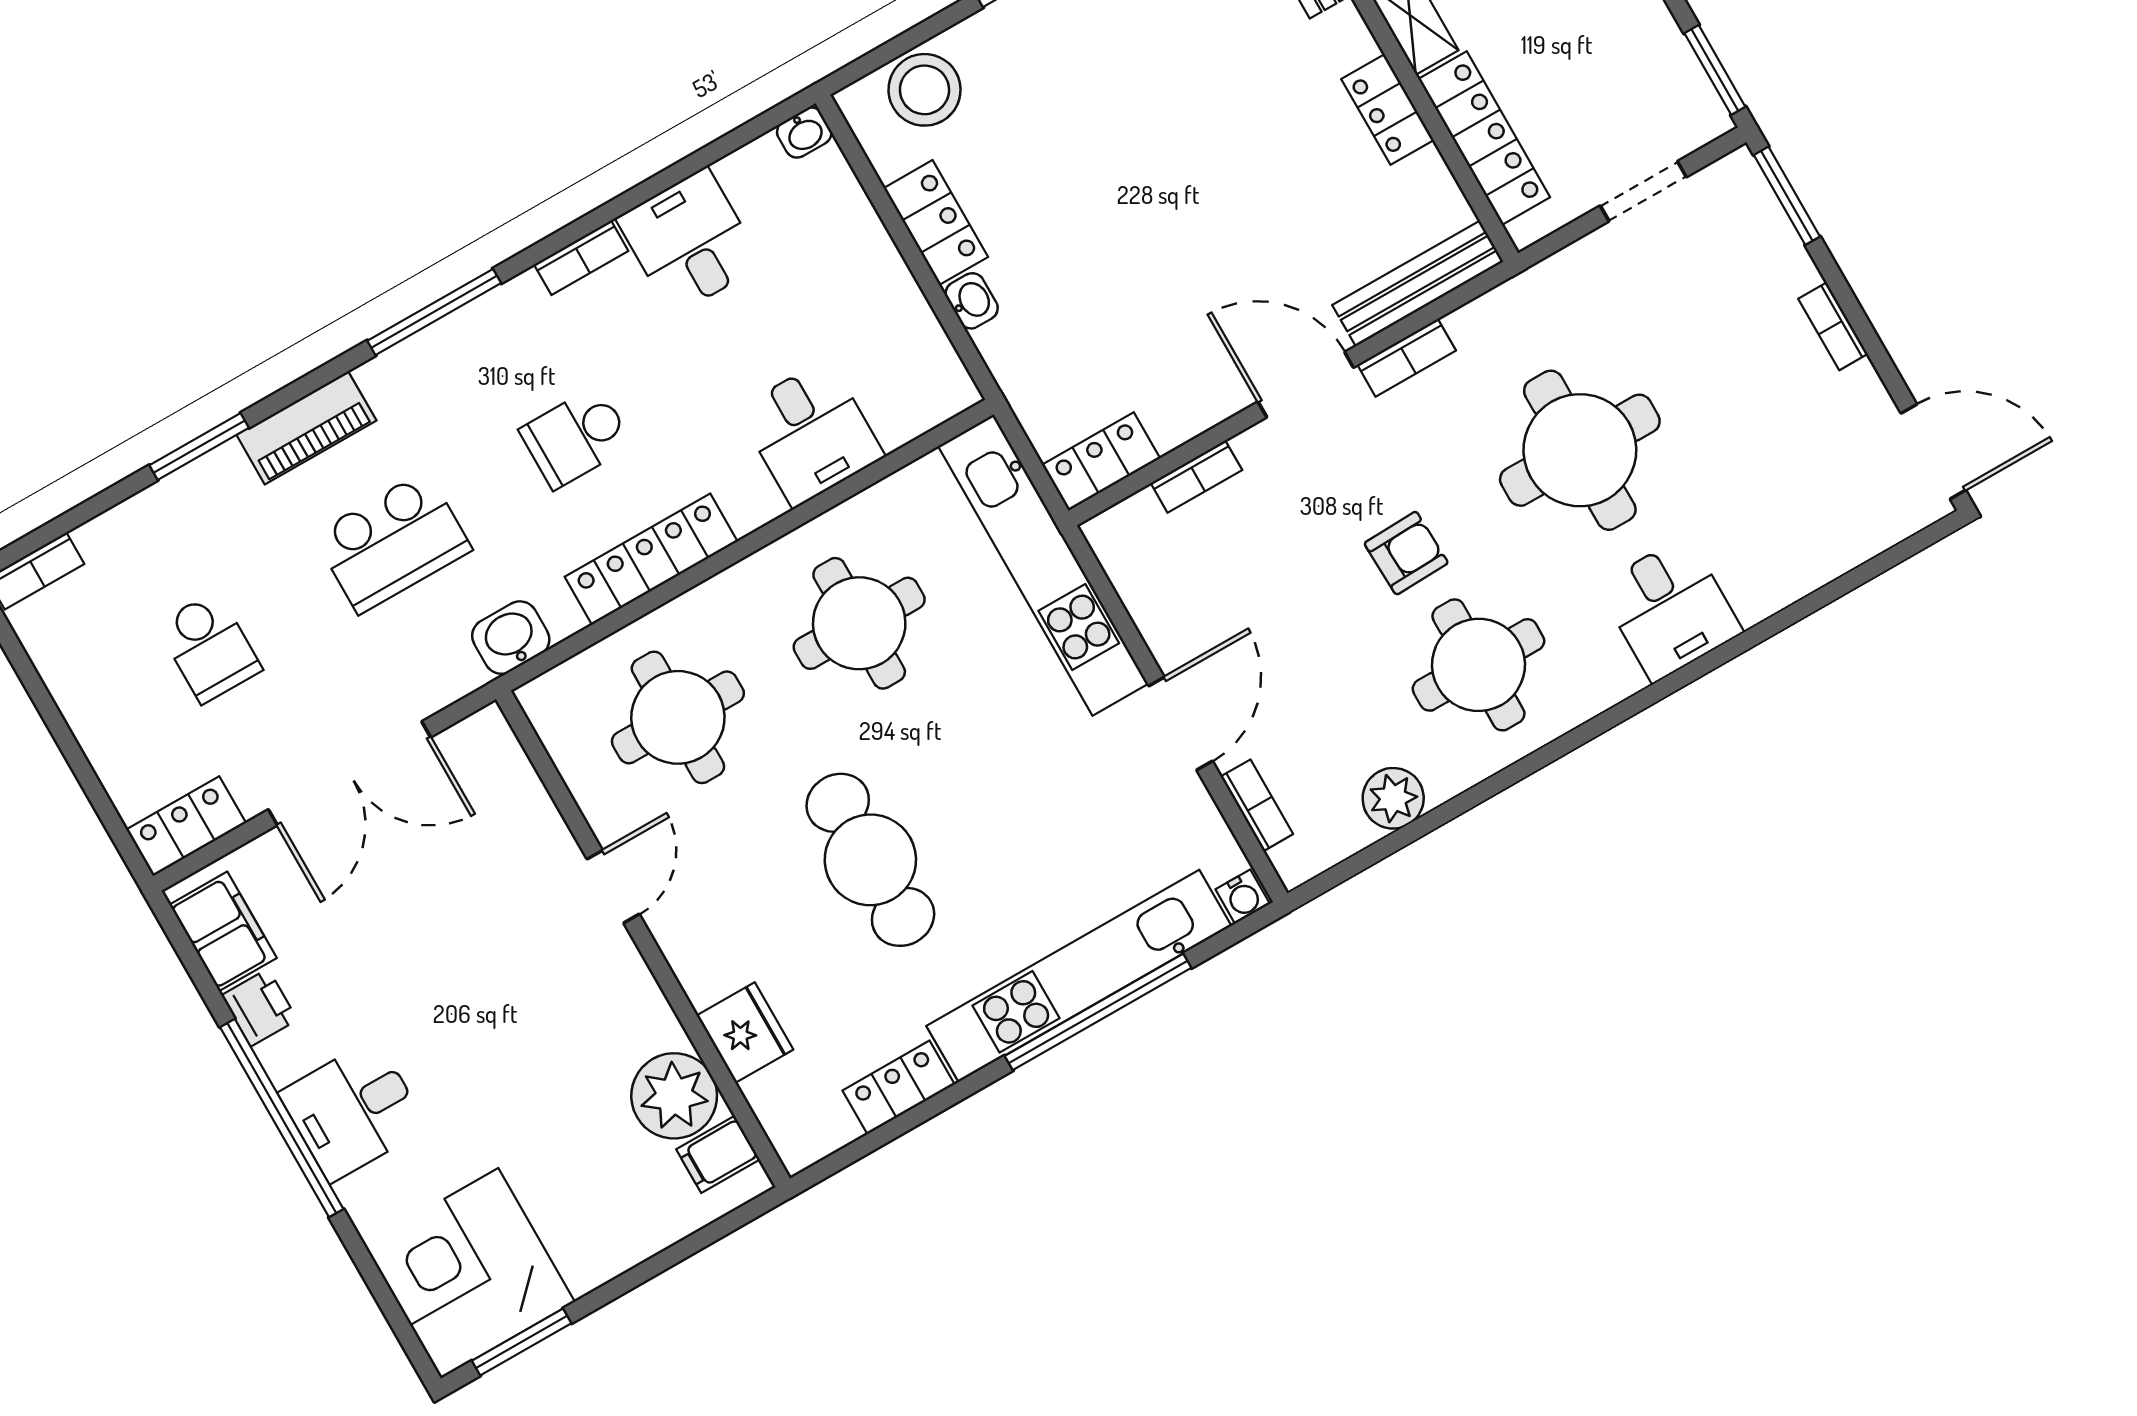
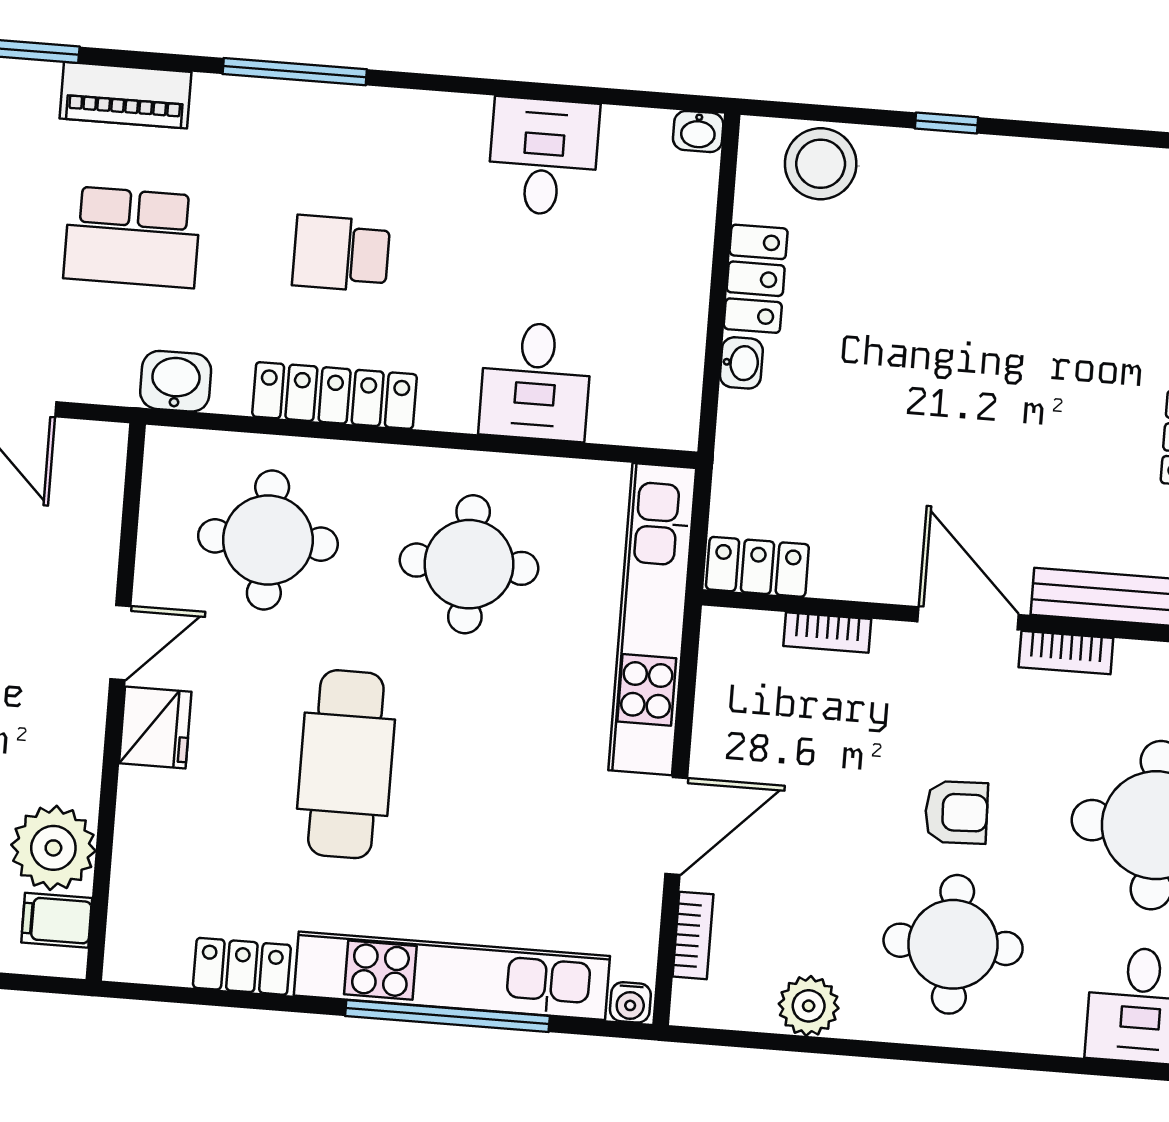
bookcase: (581, 258) -> (446, 109), removed
fridge: (745, 1033) -> (155, 727), moved

